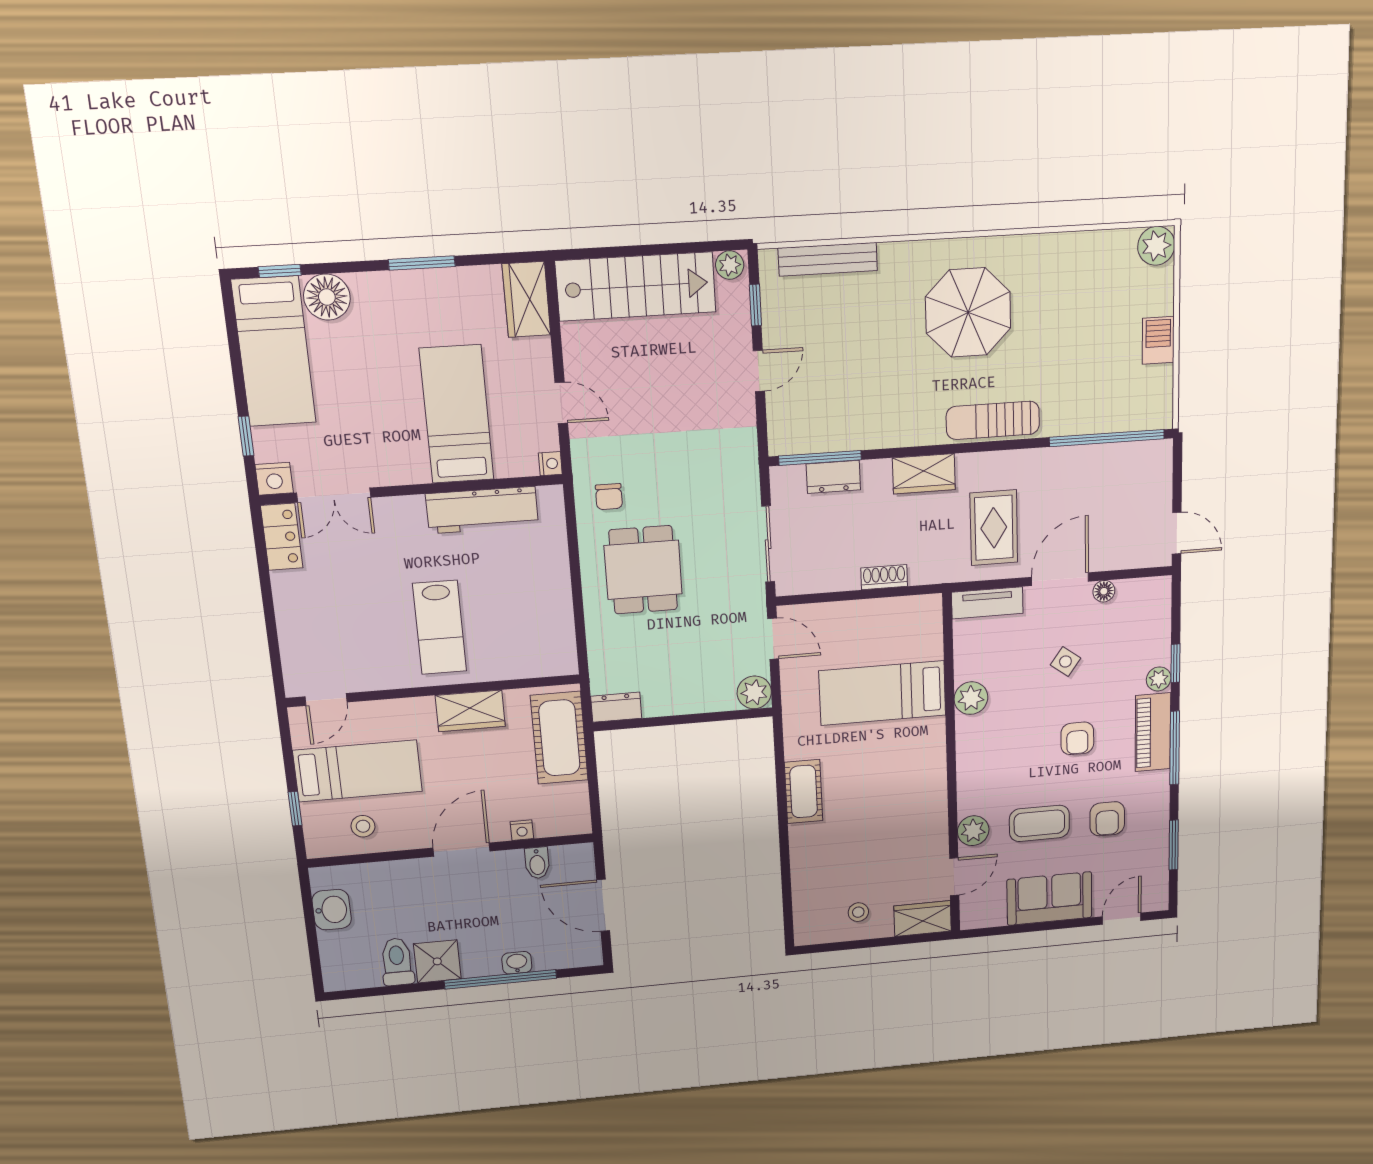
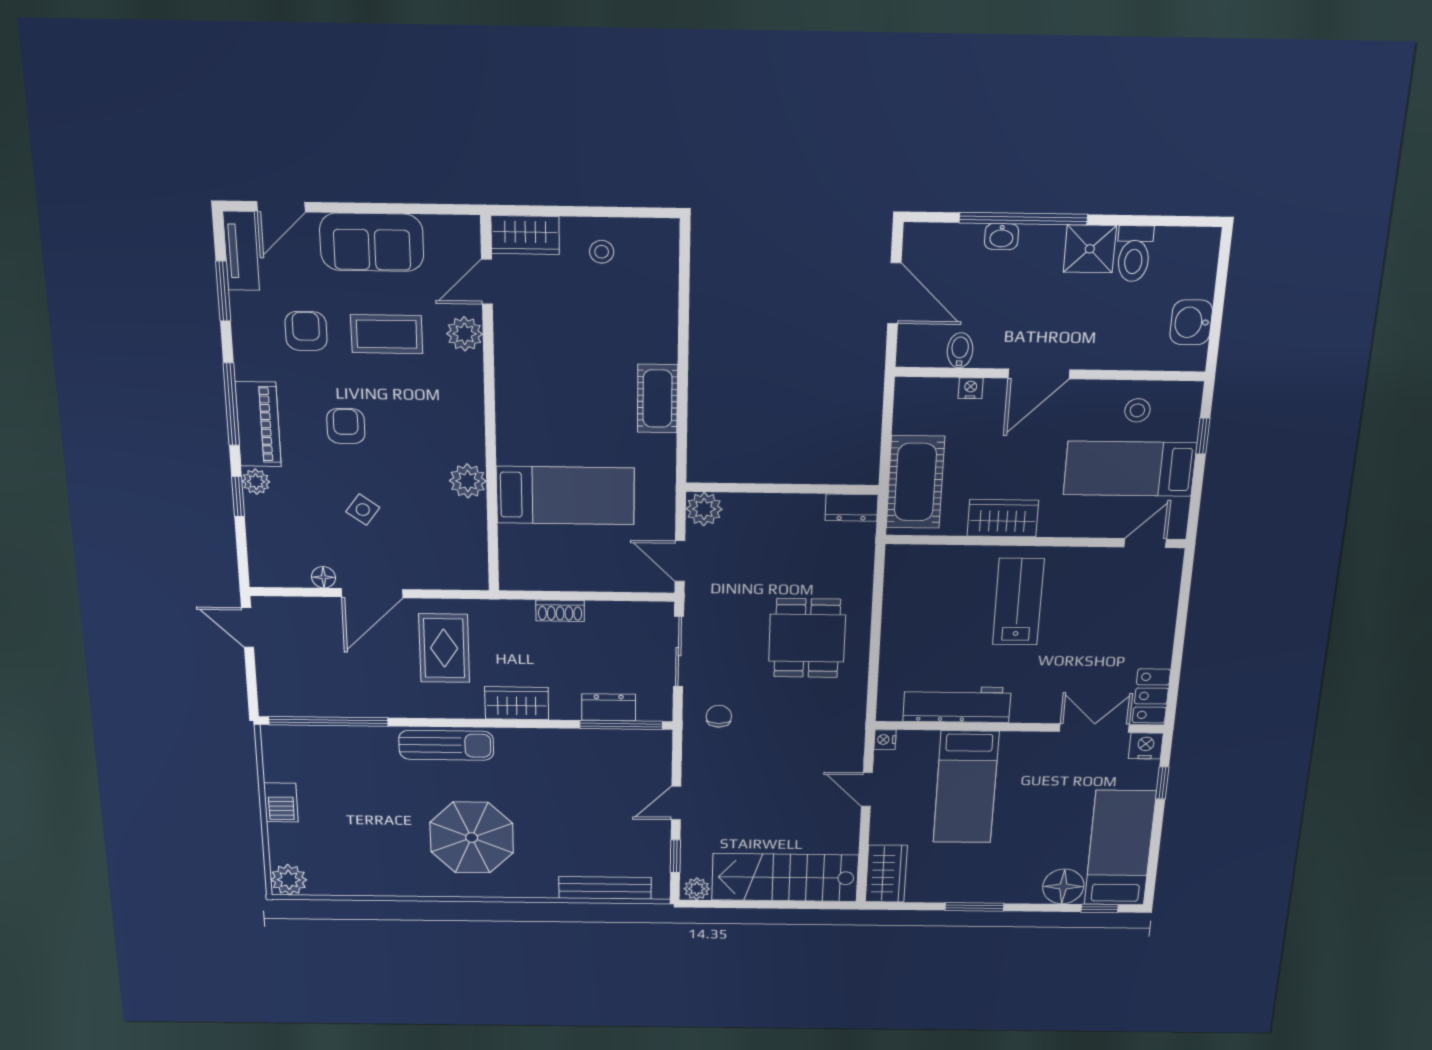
chair: (609, 497) -> (719, 716), moved
tv unit: (987, 603) -> (241, 251), moved, turned 90

